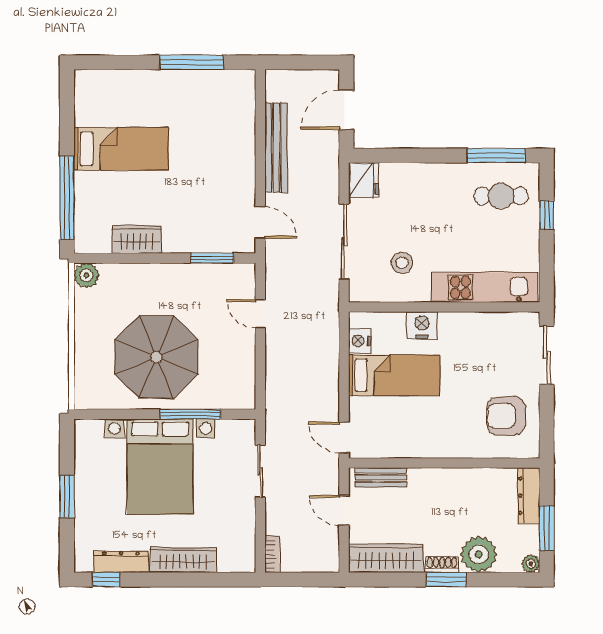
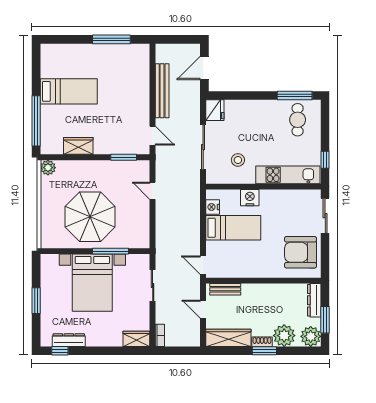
cafe table: (501, 196) -> (298, 120), turned 90
window: (547, 215) -> (325, 160), moved
armchair: (506, 416) -> (301, 252), width x1.36, depth x1.36
wardrobe: (183, 560) -> (136, 339), moved, width x0.67
plant: (531, 564) -> (311, 336), width x1.88, depth x1.88

